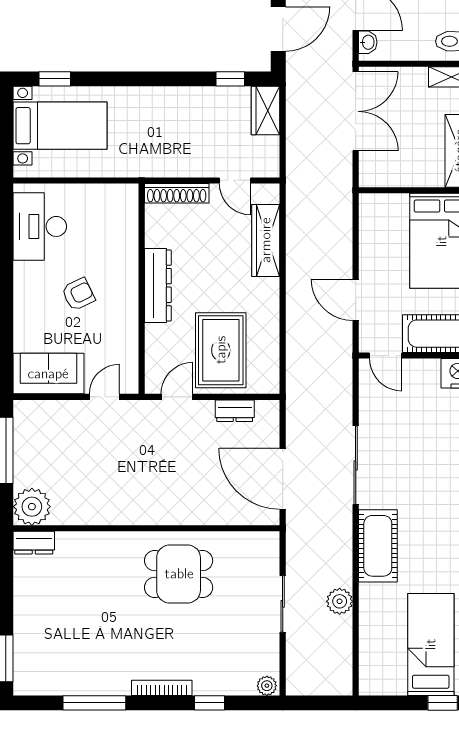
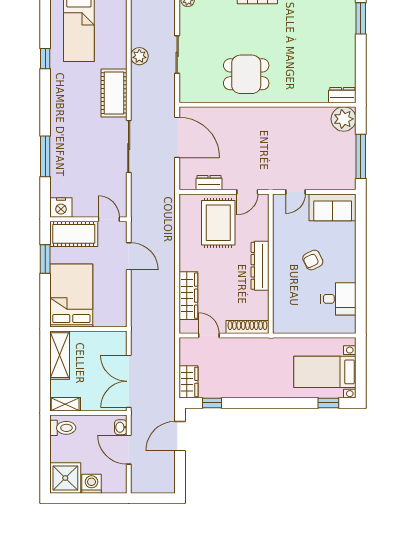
desk: (40, 226) -> (338, 299), width x0.73

